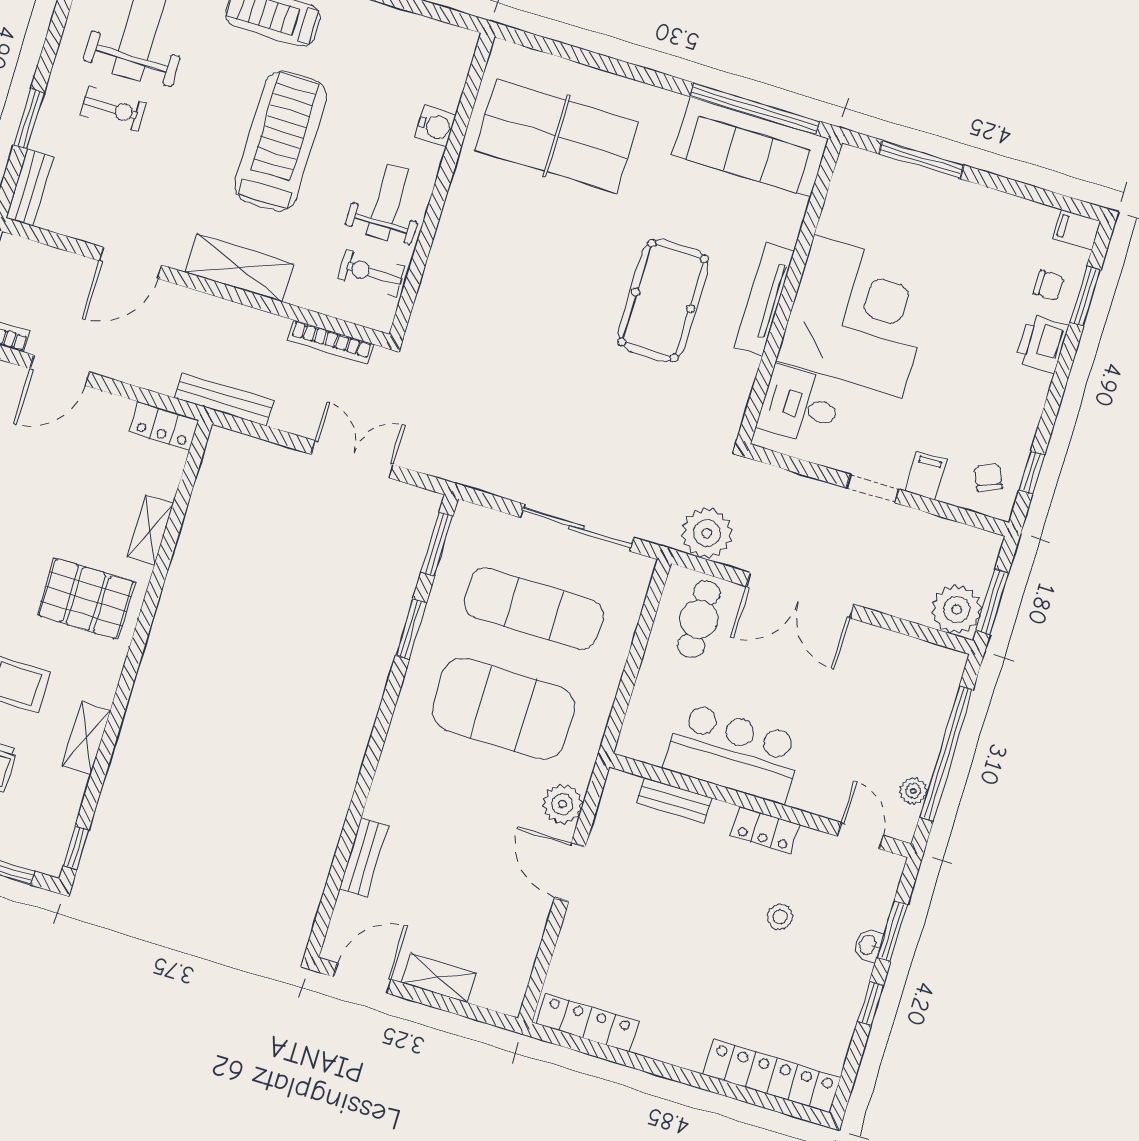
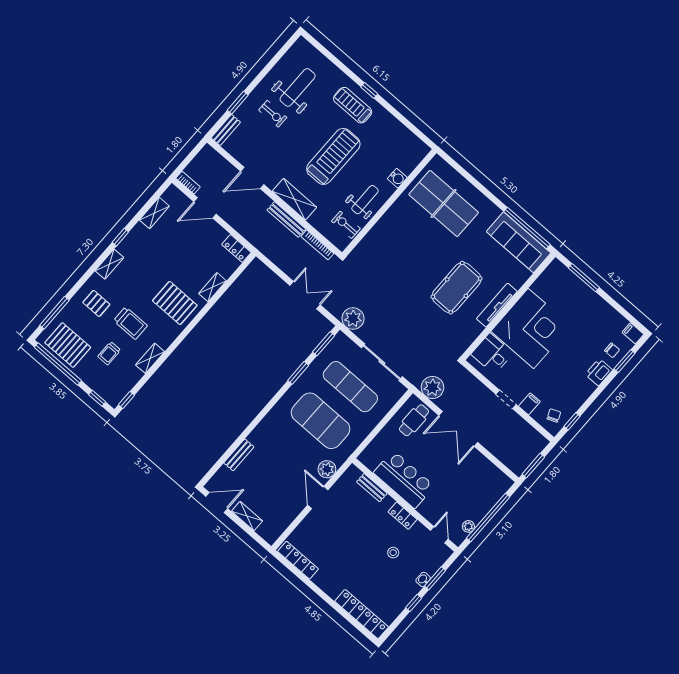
bench: (224, 399) -> (286, 219), moved
plant: (957, 610) -> (353, 319), moved

